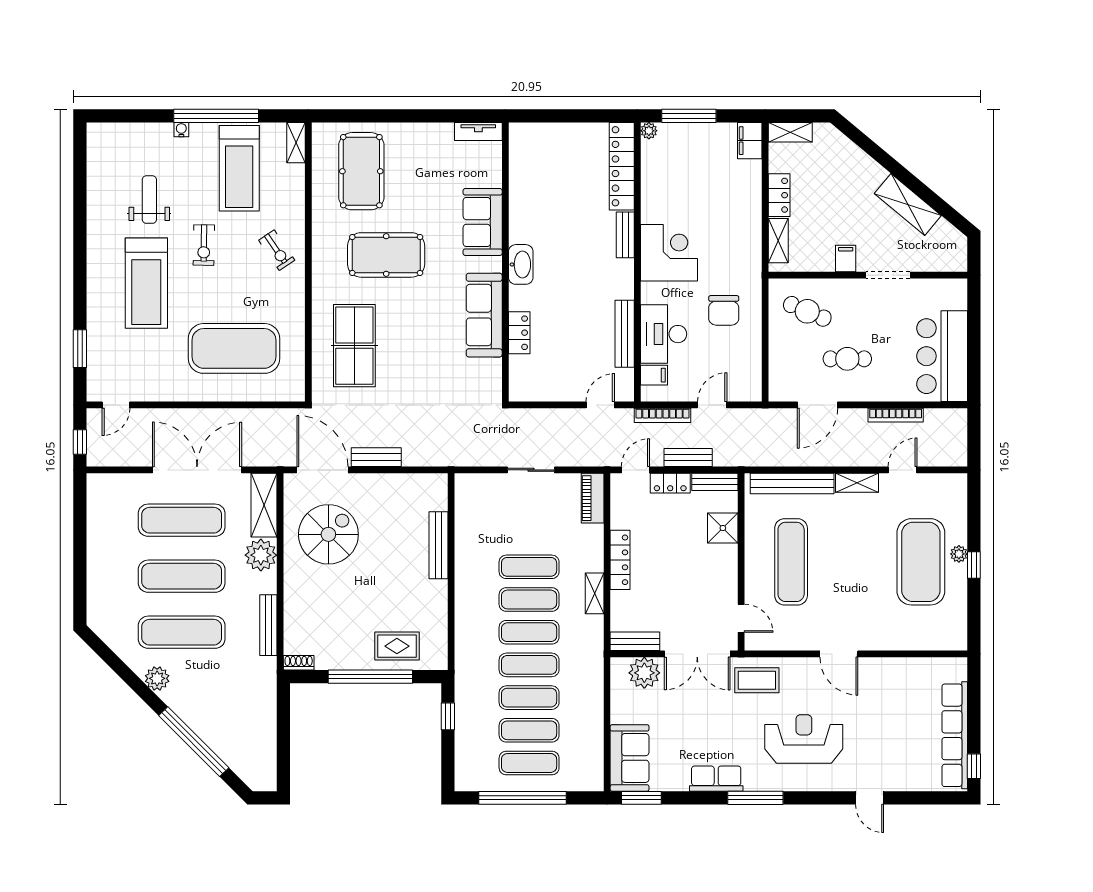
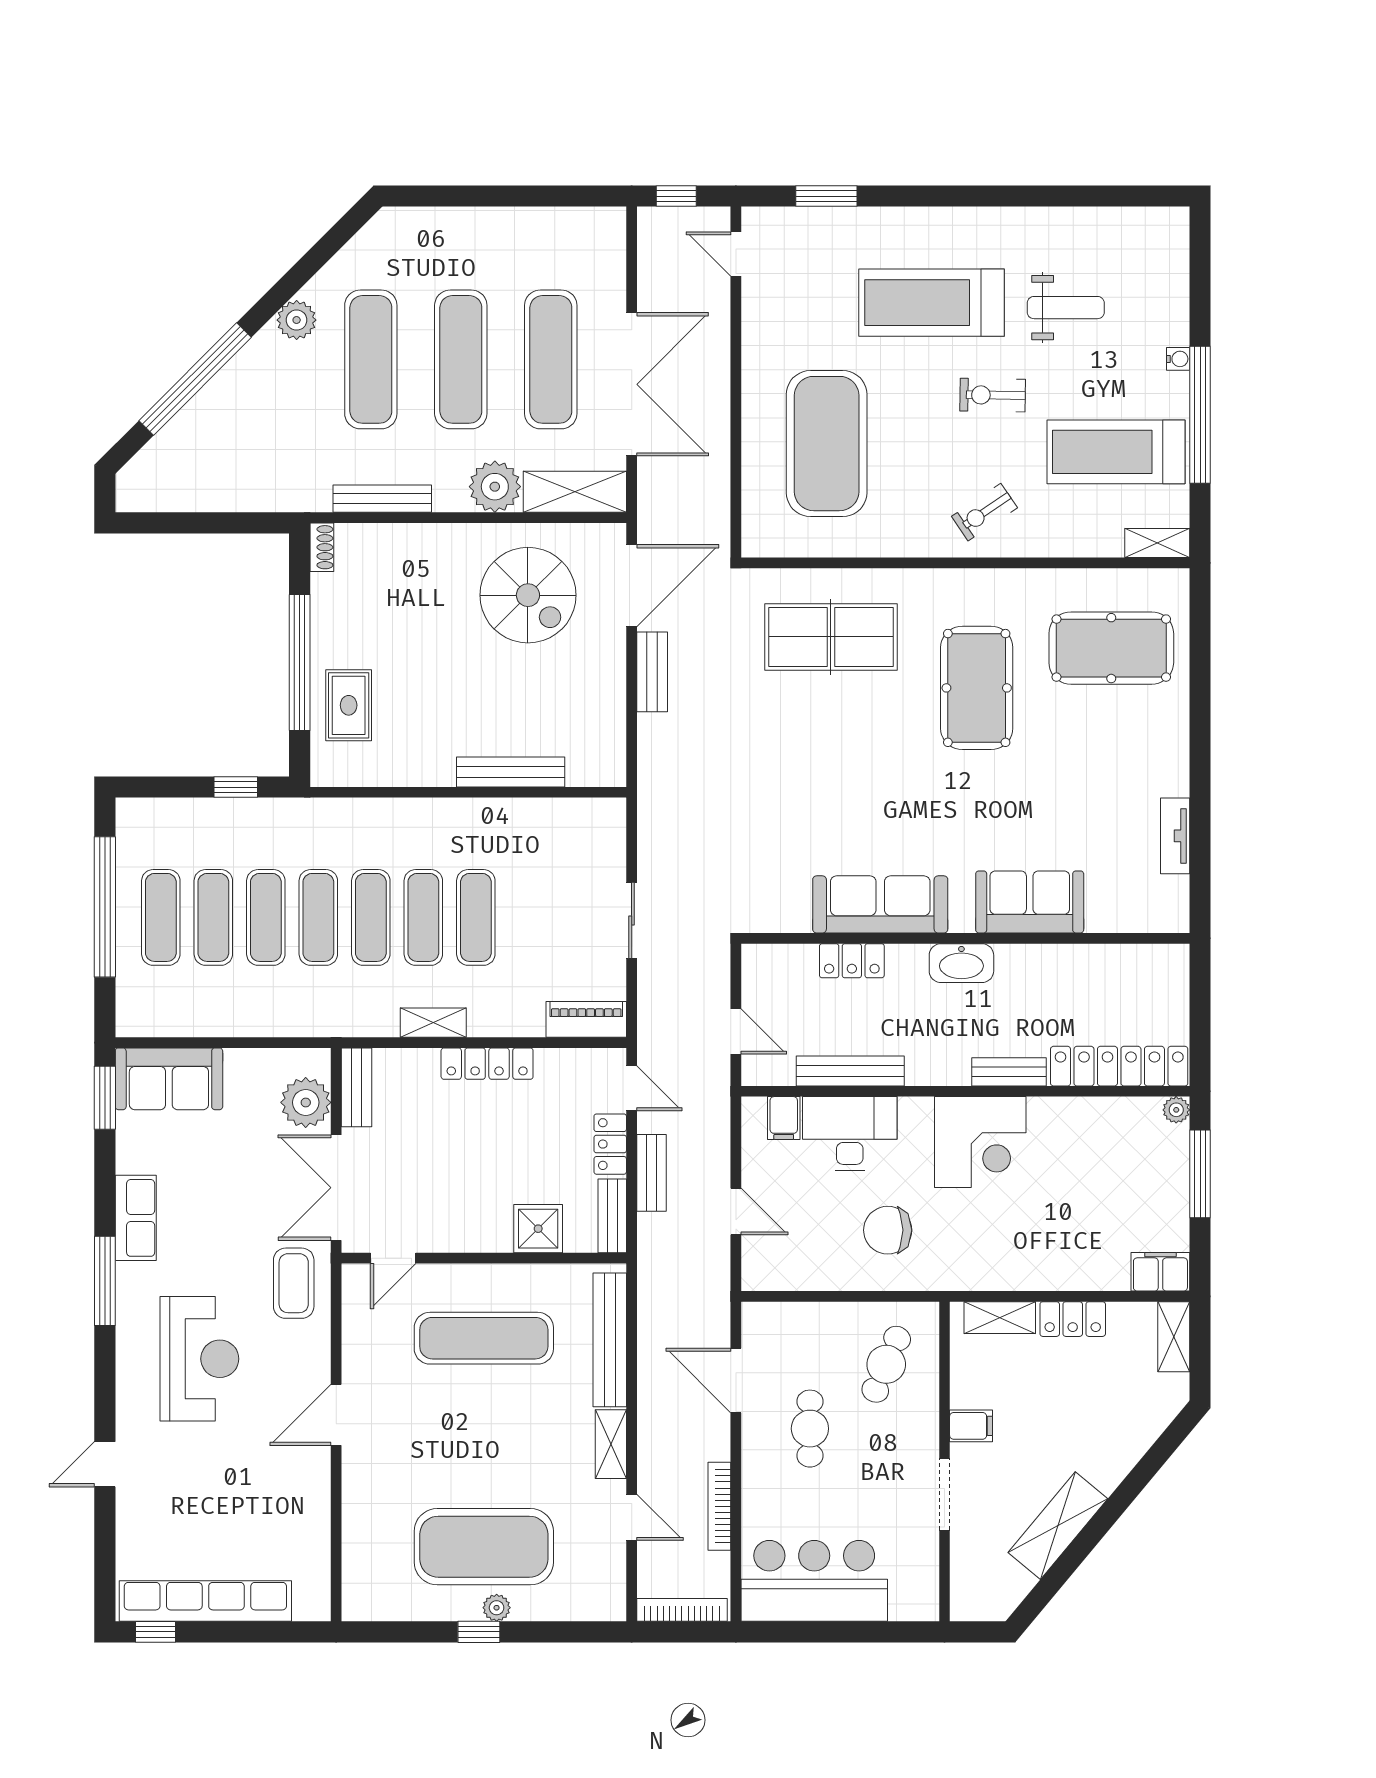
sofa: (483, 222) -> (1030, 902), moved
wall: (505, 262) -> (965, 938), moved
washbasin: (521, 264) -> (961, 963), moved
sofa: (484, 315) -> (880, 904), moved
locker: (519, 333) -> (852, 961), moved
bookcase: (662, 415) -> (682, 1610), moved, turned 90

